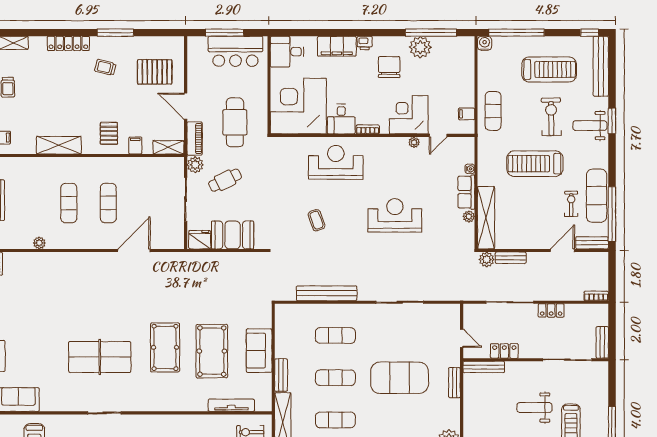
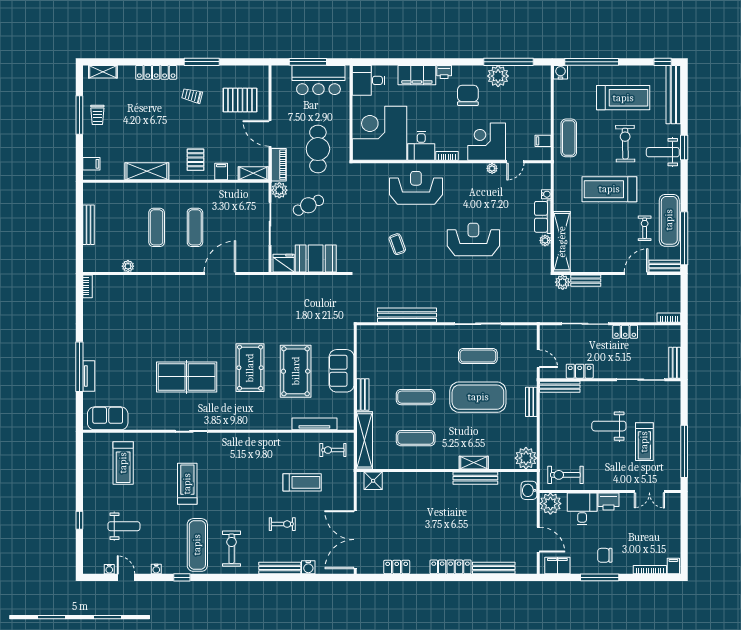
exercise mat: (335, 335) -> (478, 356), moved

